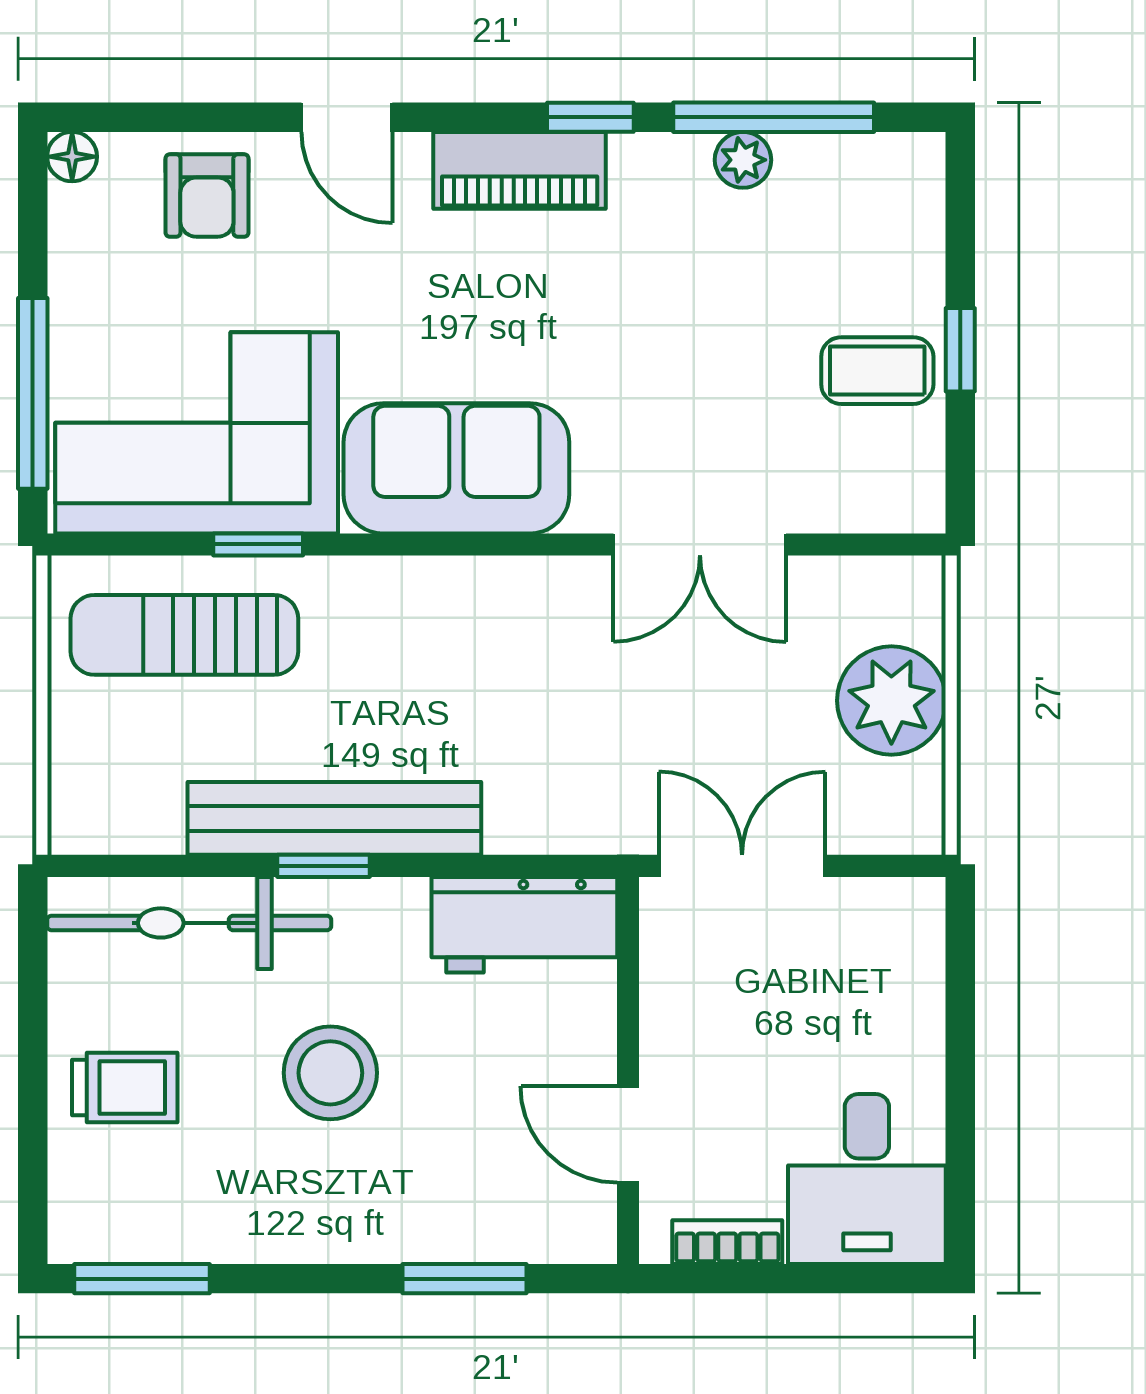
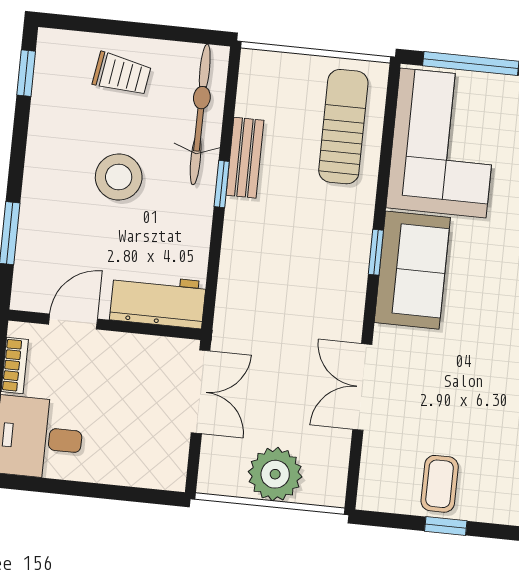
window: (258, 544) -> (376, 252), moved
bench: (334, 818) -> (245, 158), width x0.54, depth x0.82
workbench: (524, 925) -> (158, 301), moved, turned 90
trolley: (125, 1087) -> (122, 74), turned -81
window: (142, 1279) -> (26, 73), width x0.67

